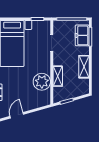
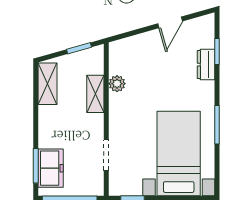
shelving: (84, 67) -> (48, 84), moved
plant: (42, 82) -> (117, 84), width x0.53, depth x0.53

